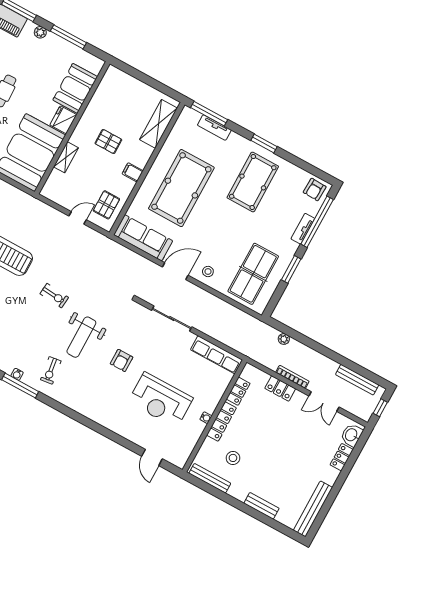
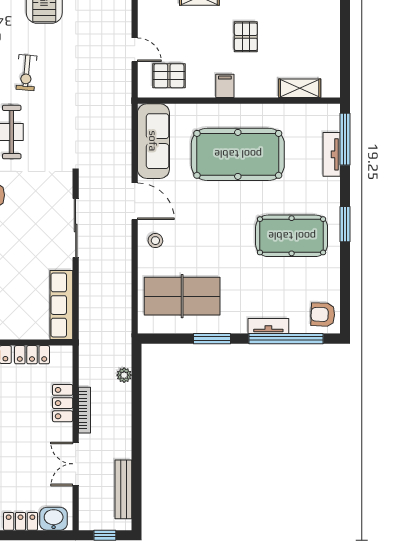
shelving: (159, 124) -> (300, 88), width x0.67, depth x0.75

